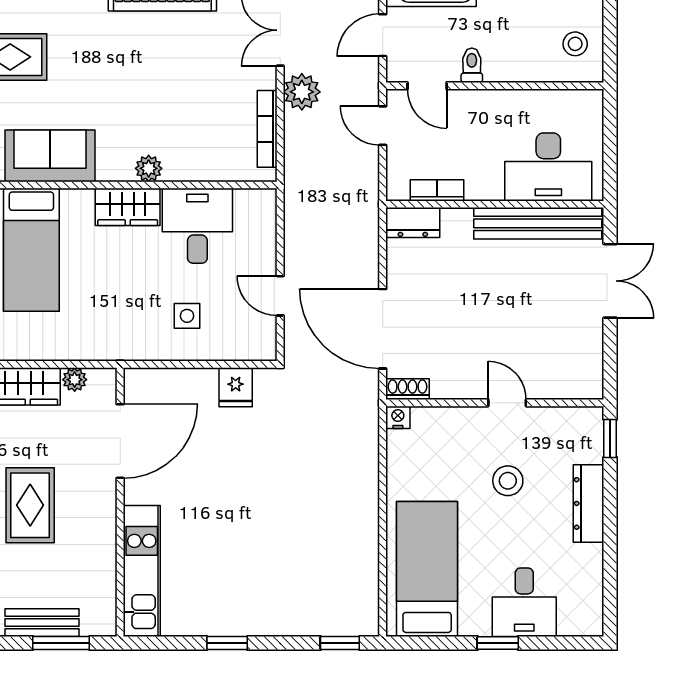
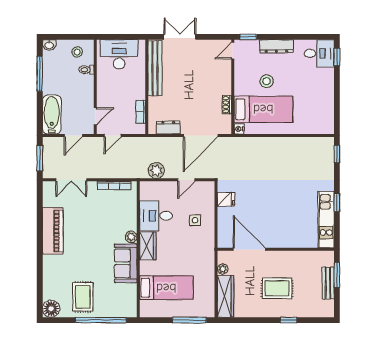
door: (383, 35) -> (73, 135), hinge flipped
toilet: (472, 65) -> (86, 70), moved
plant: (302, 92) -> (156, 170), moved
sofa: (50, 156) -> (126, 263), moved
desk: (548, 167) -> (119, 54), moved, turned -90
dresser: (413, 223) -> (168, 127), moved, turned -90
shoe rack: (407, 389) -> (227, 105), moved
door: (507, 403) -> (233, 51), moved
bed: (427, 569) -> (263, 109), moved, turned 180
kitchen unit: (142, 571) -> (326, 219), moved, turned -90
desk: (524, 602) -> (319, 53), moved
window: (498, 643) -> (337, 57), moved

